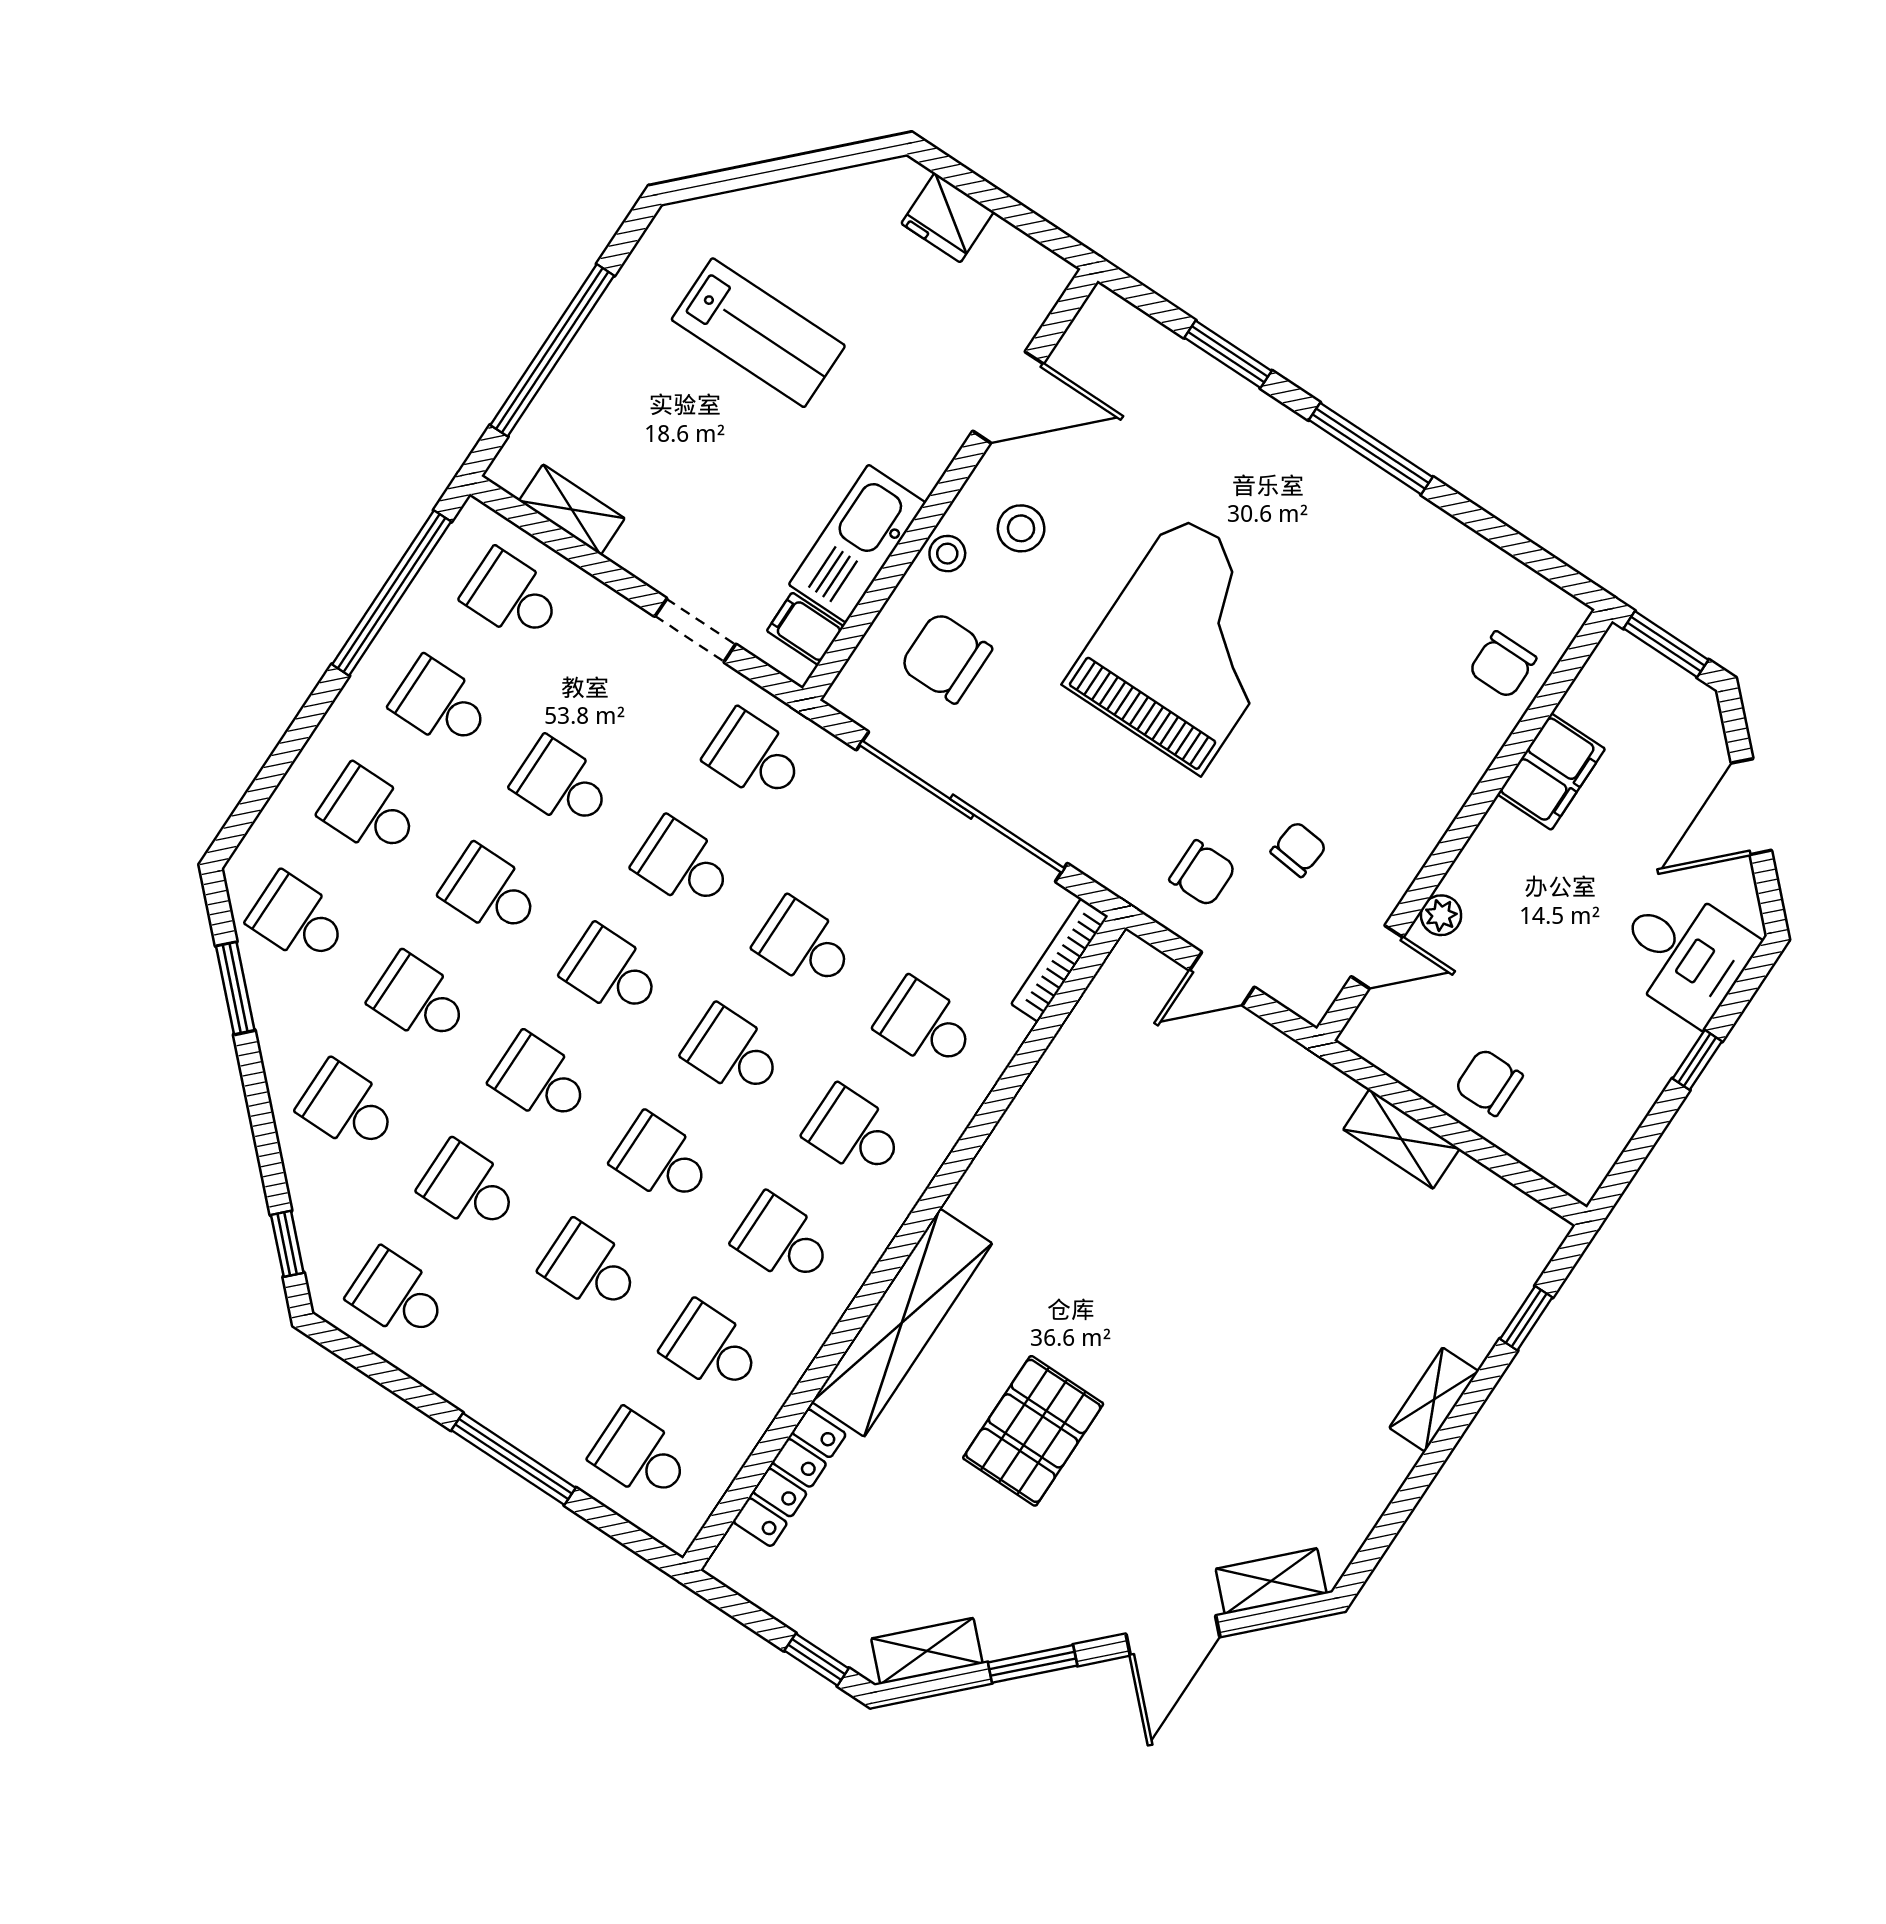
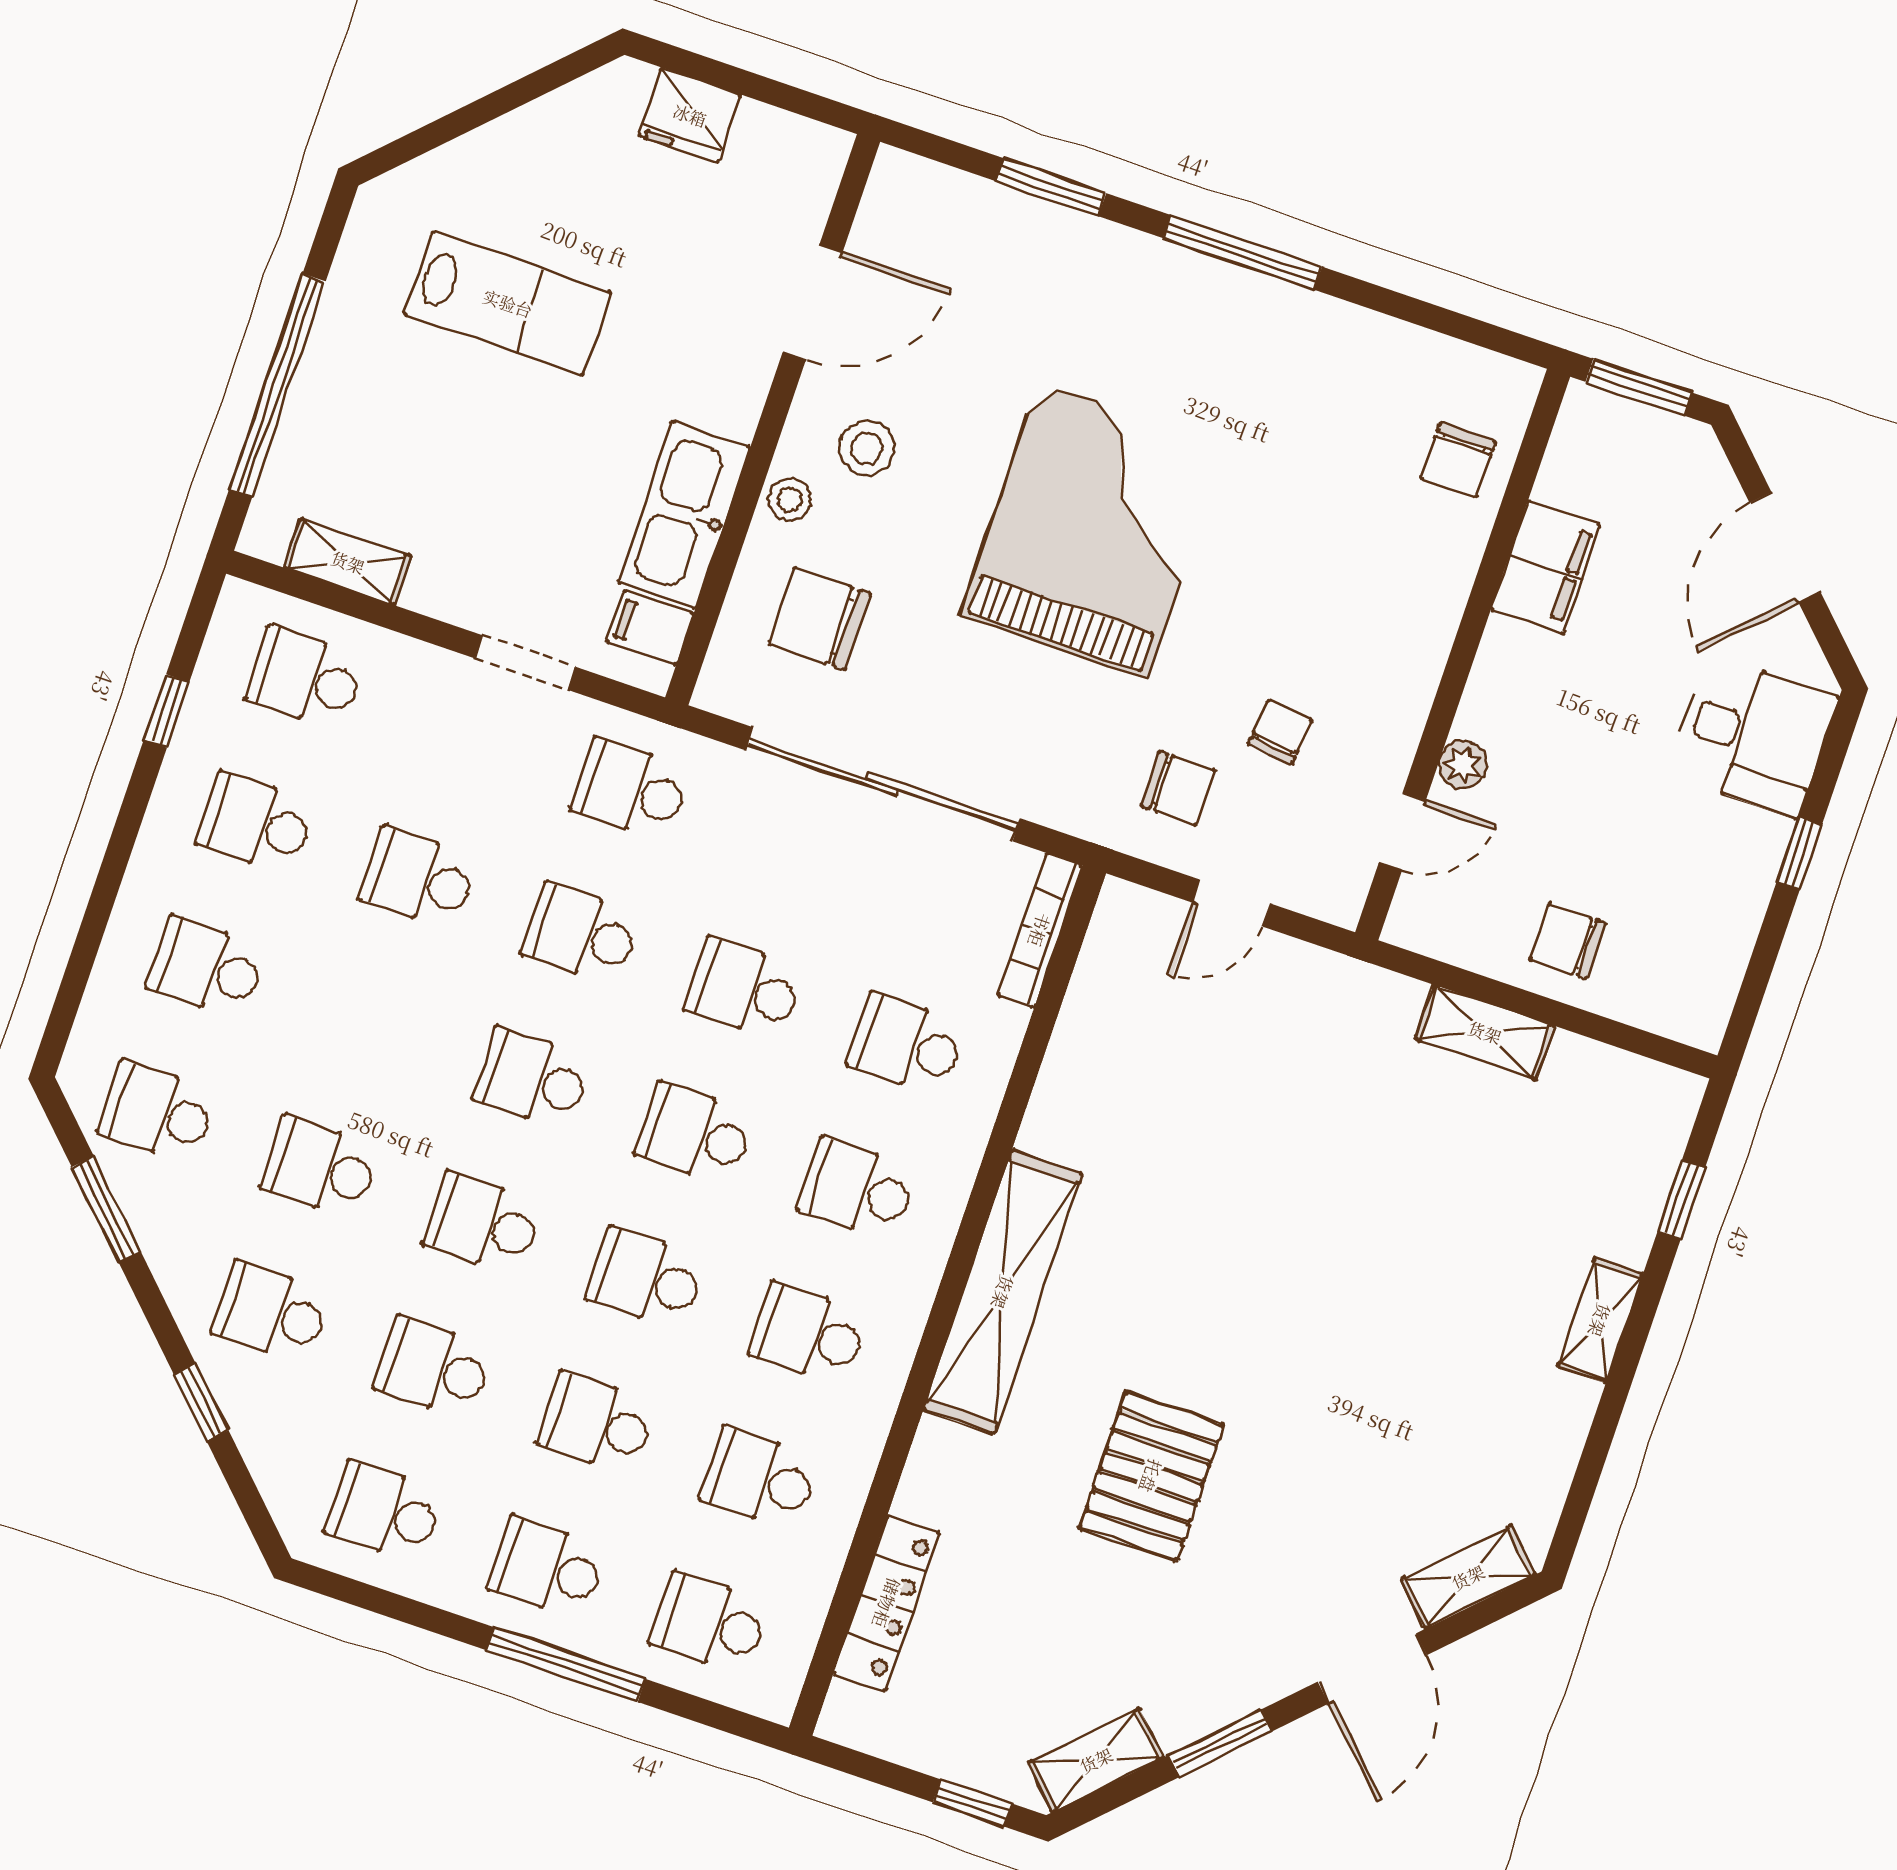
window: (392, 593) -> (167, 711), width x0.32
school desk: (491, 892) -> (547, 1568), moved
window: (287, 1244) -> (201, 1402), moved
shelving: (902, 1323) -> (1003, 1292), moved

